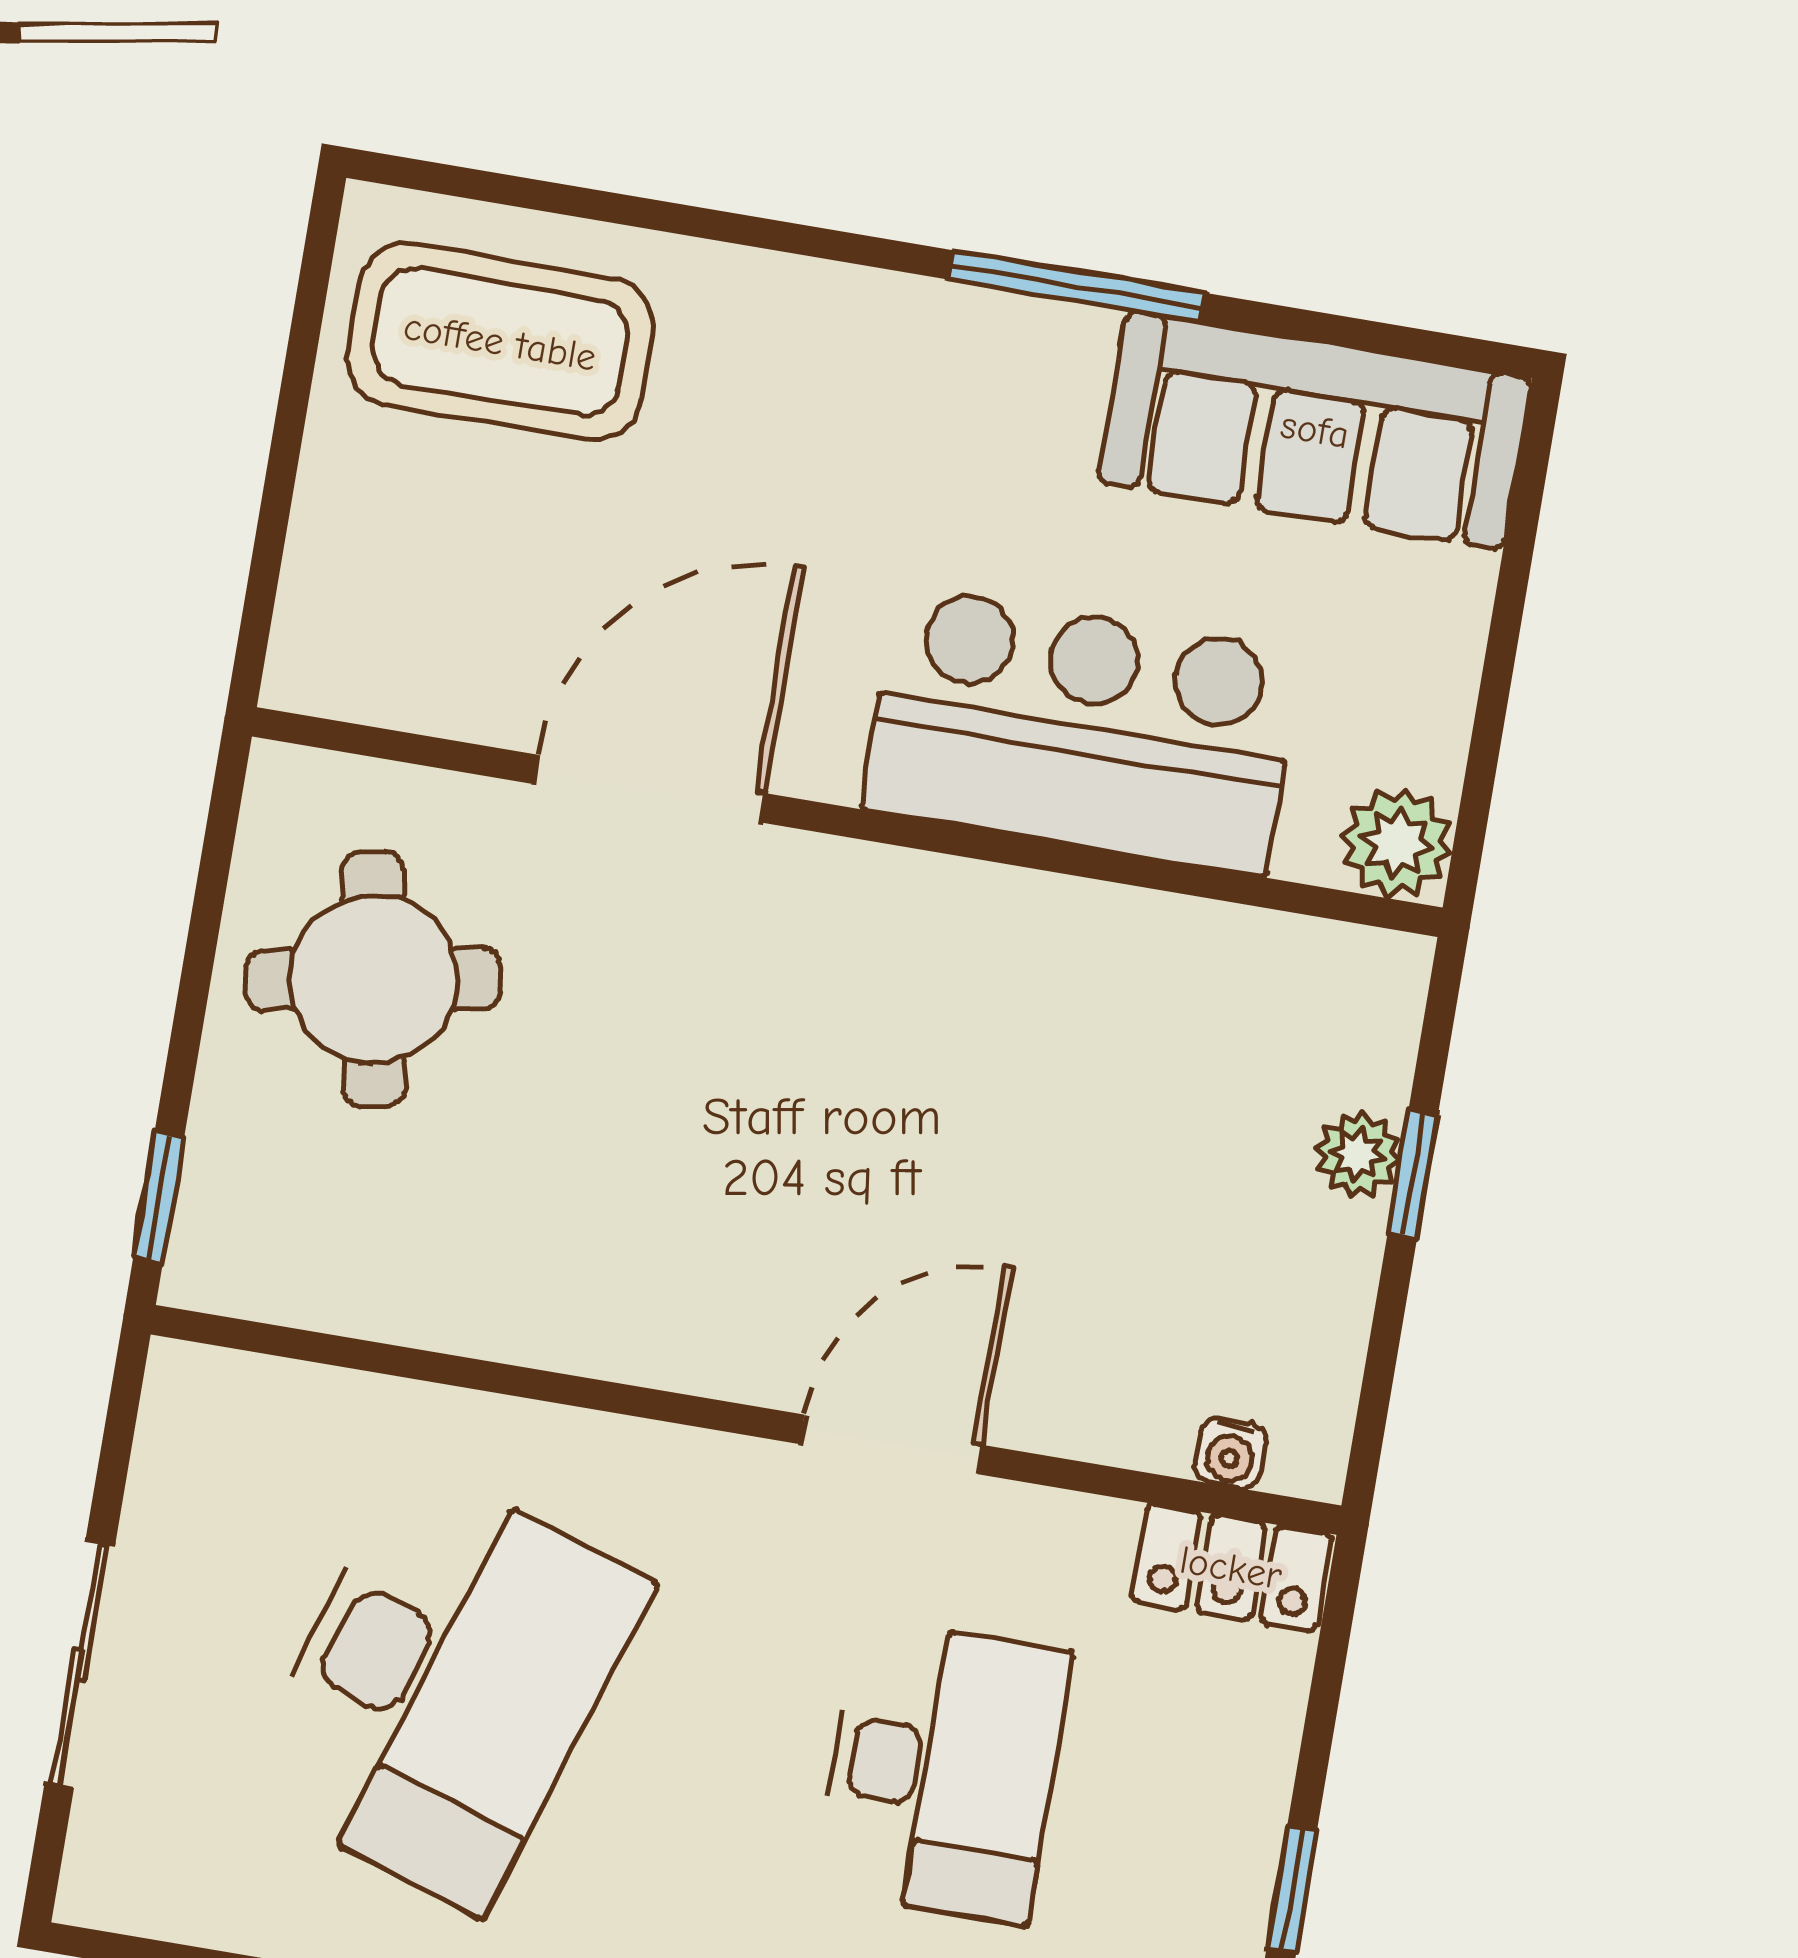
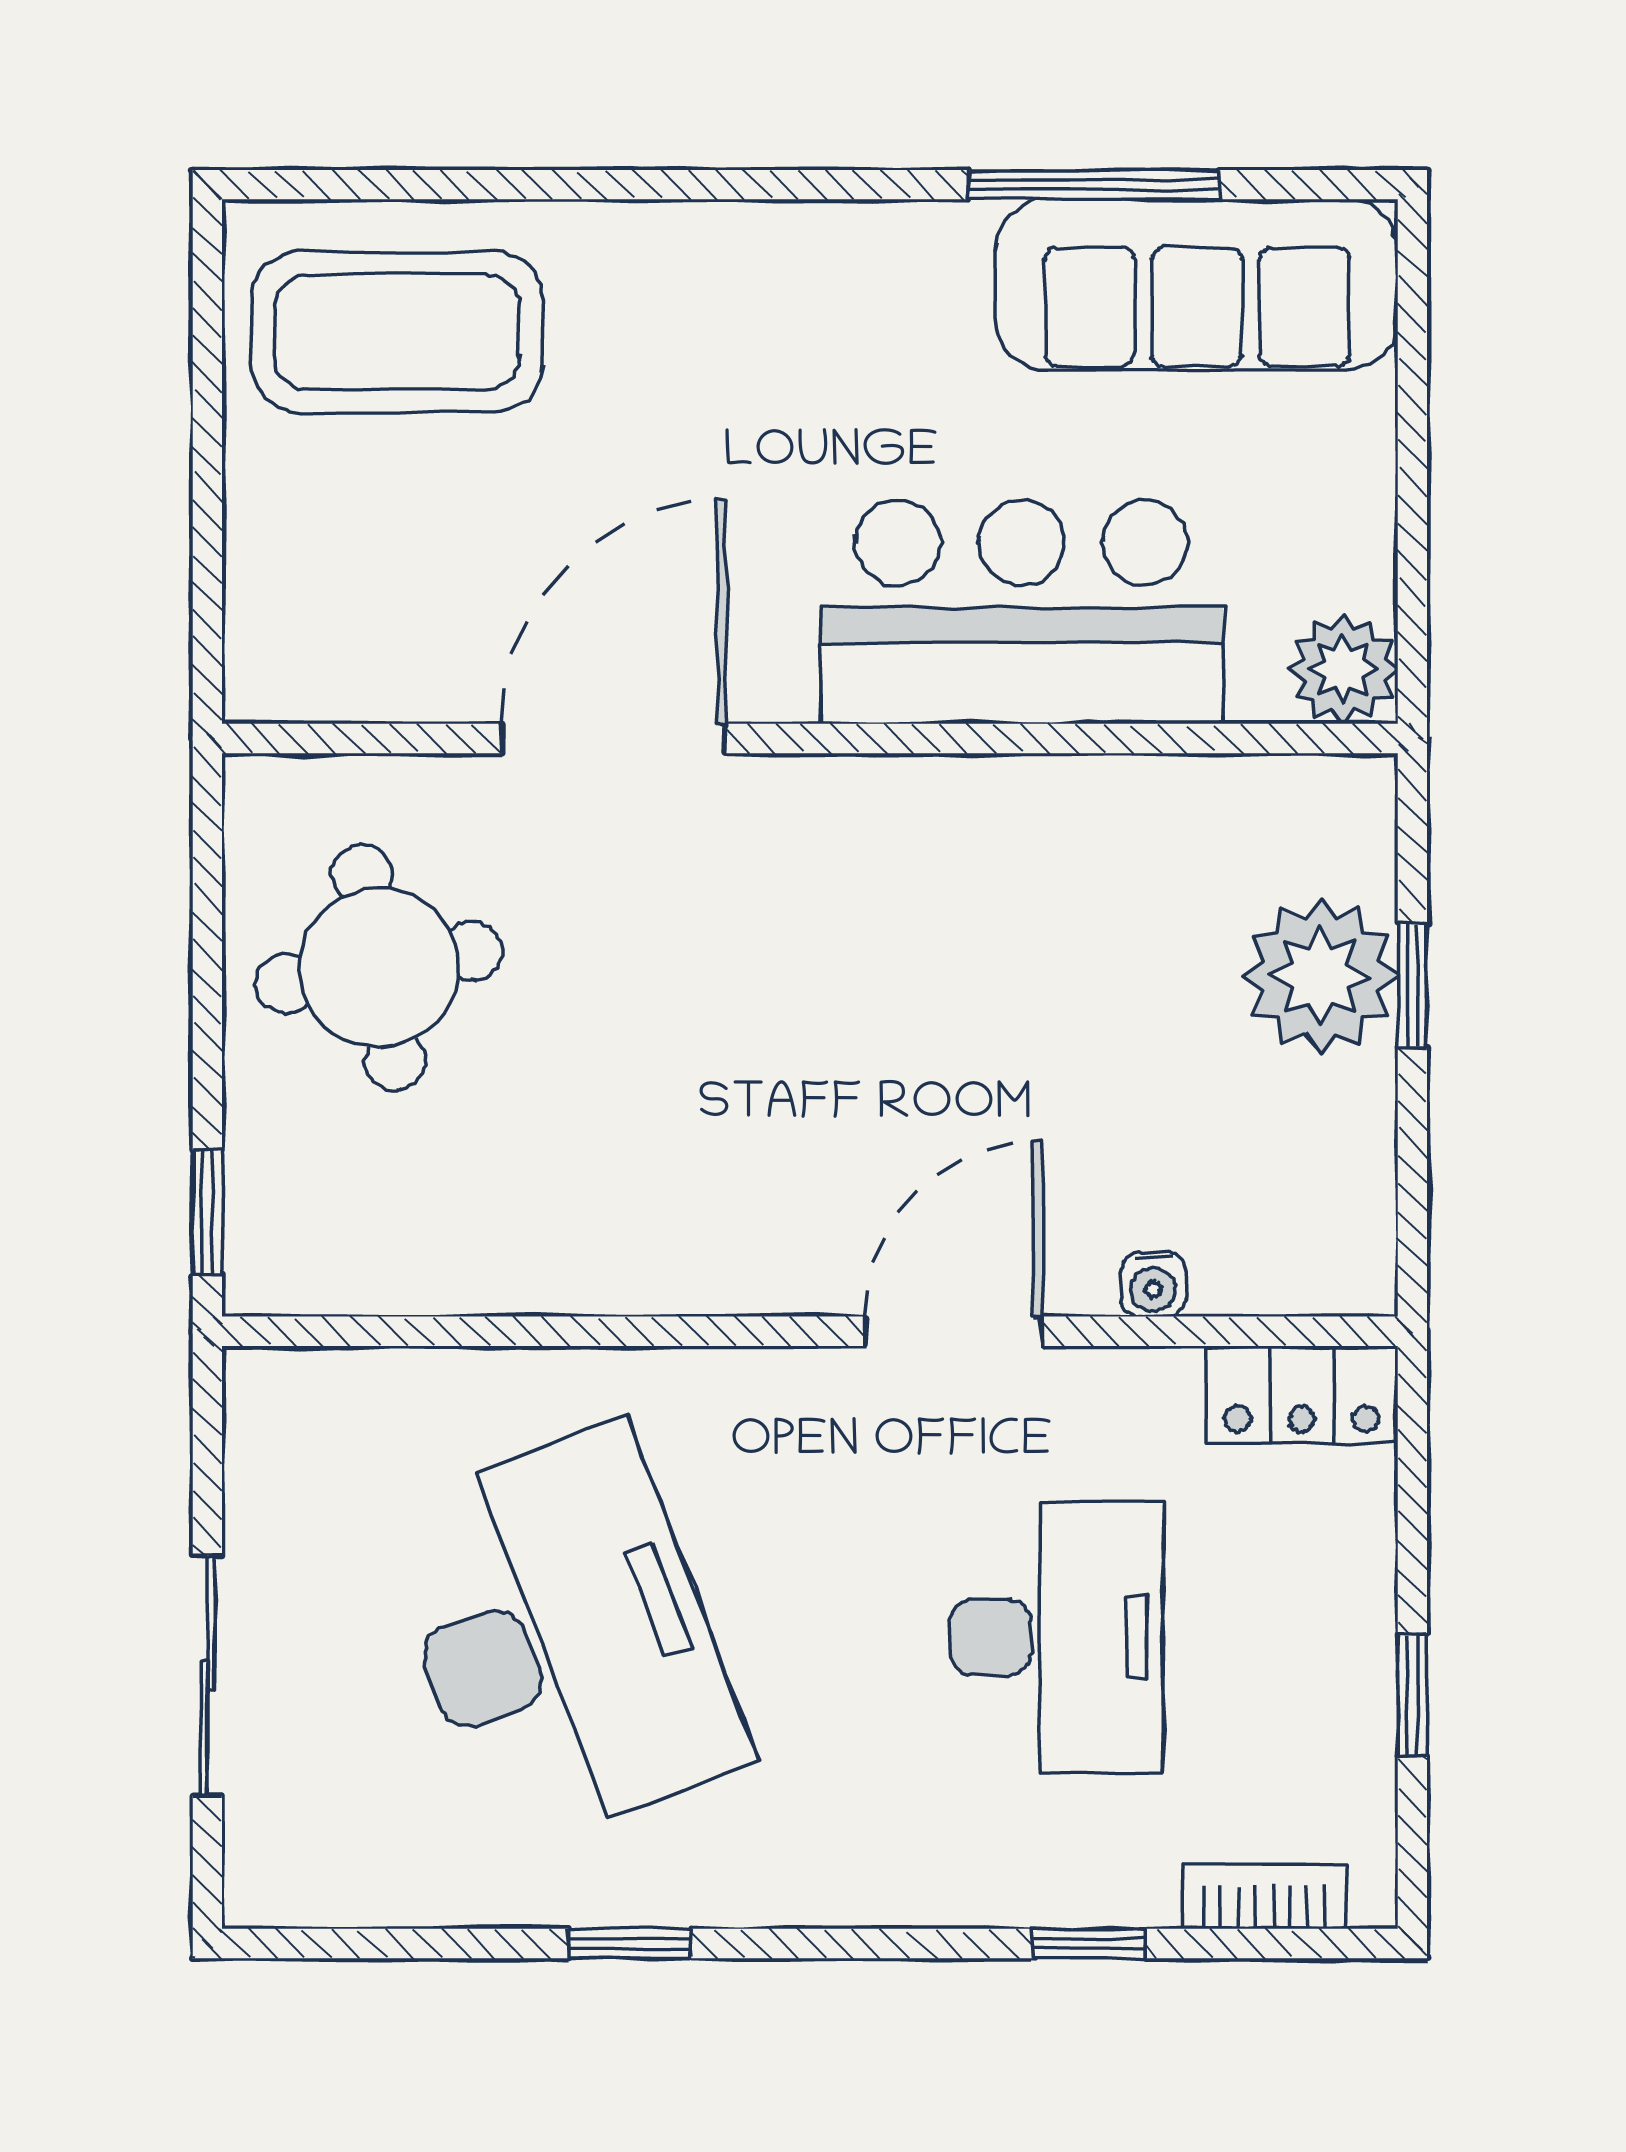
window: (1077, 286) -> (1094, 185), moved
plant: (1358, 1154) -> (1320, 976), width x1.88, depth x1.88
water cooler: (1230, 1453) -> (1153, 1284), moved
desk: (445, 1687) -> (563, 1637), turned -39

